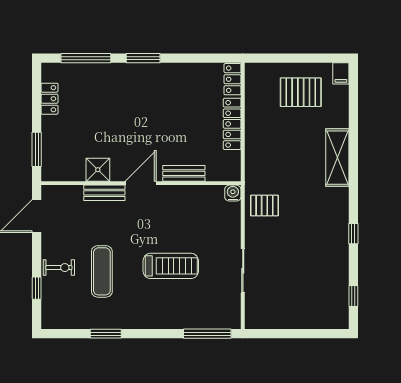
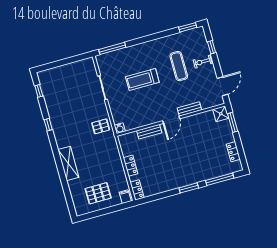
filing cabinet: (341, 73) -> (125, 197), moved
locker: (232, 124) -> (130, 166), width x0.66
shower: (98, 170) -> (221, 114), moved
window: (106, 334) -> (188, 27), moved

